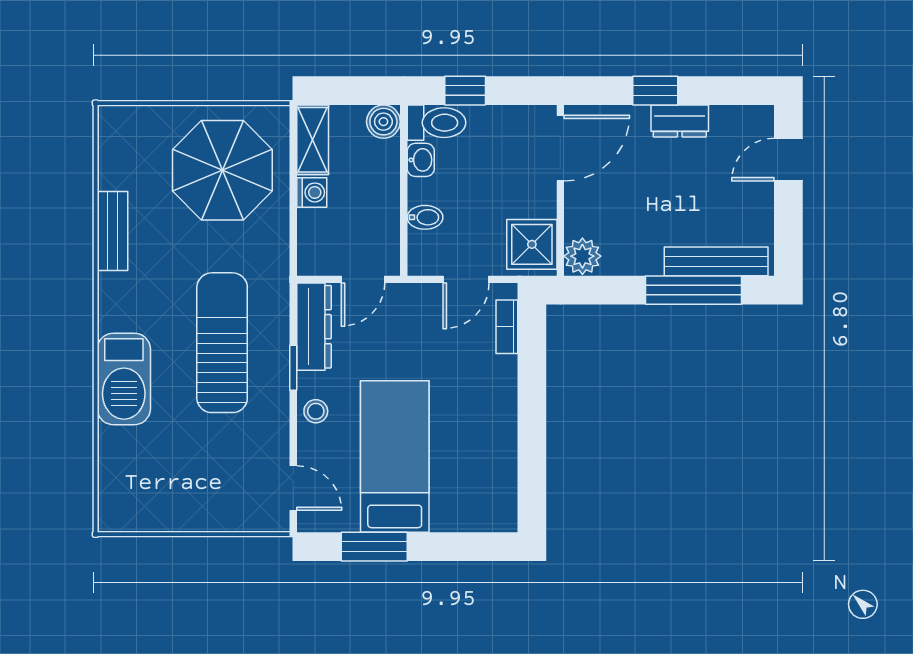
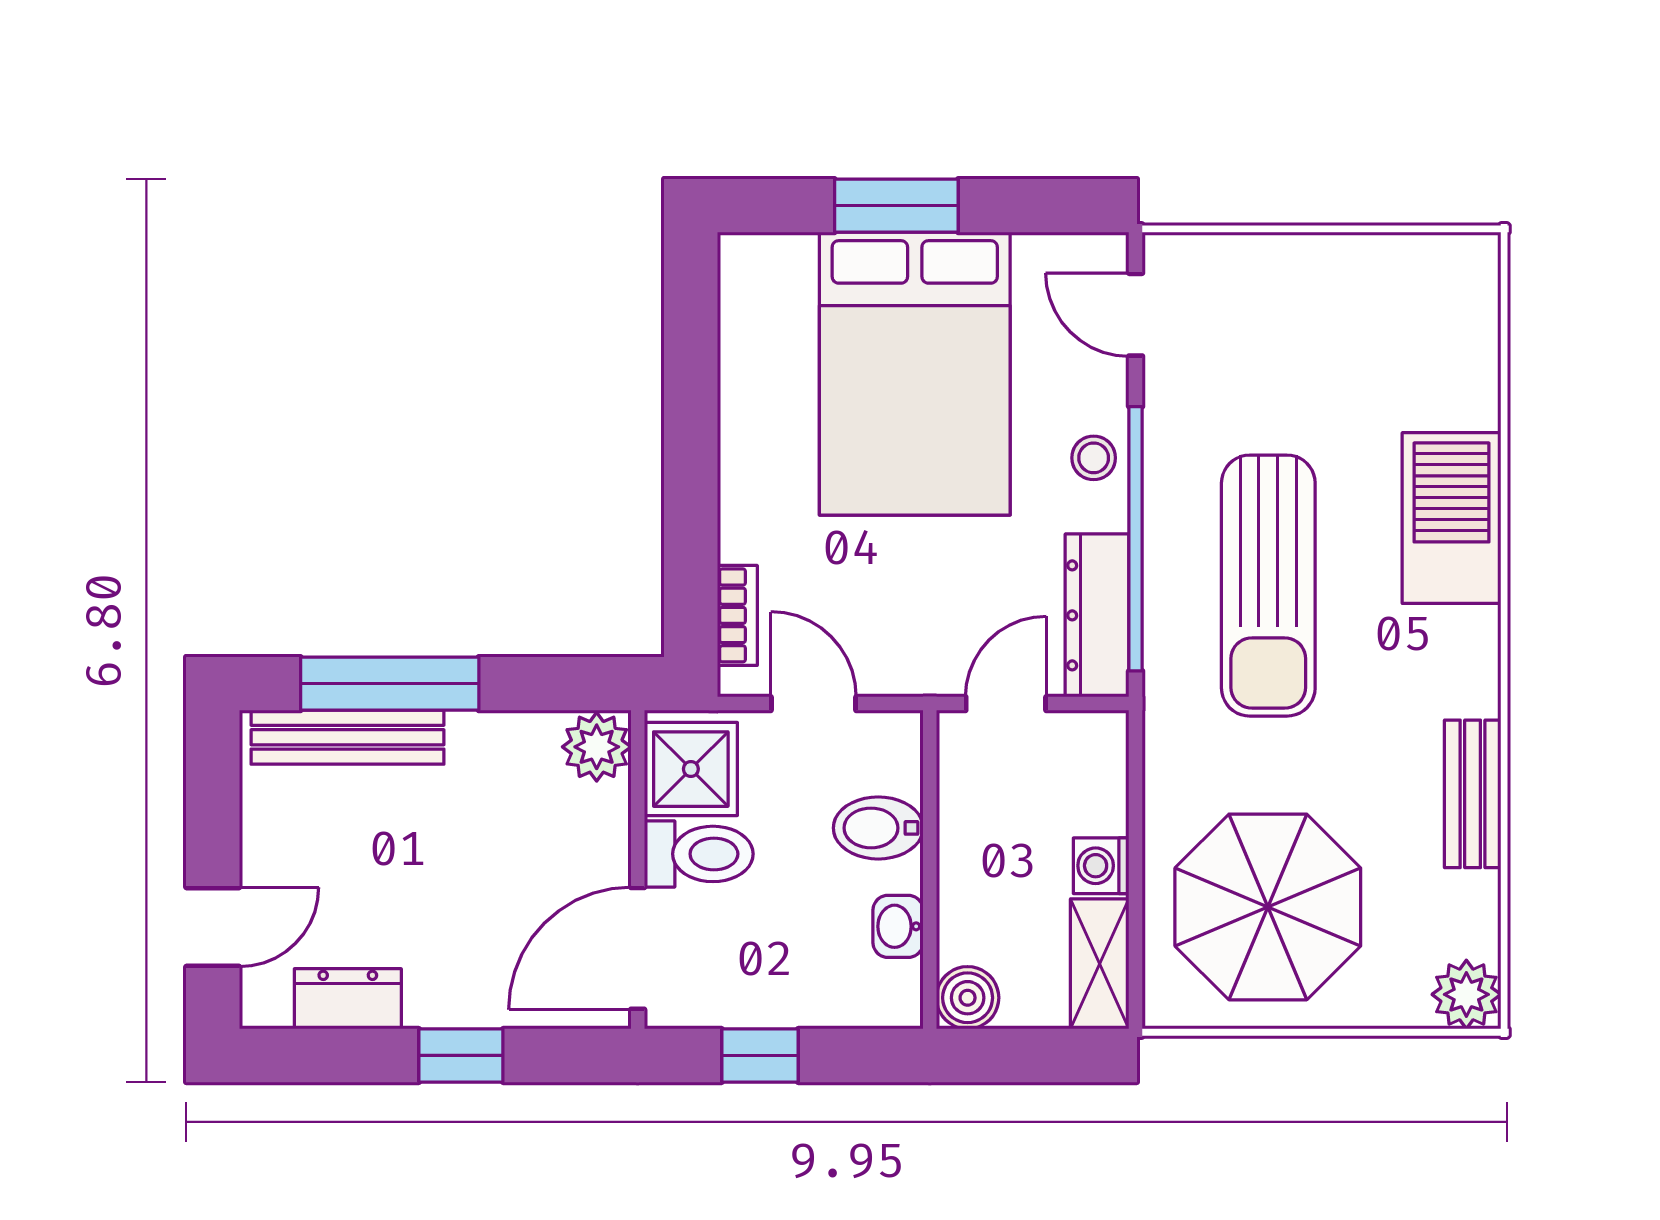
window: (465, 91) -> (760, 1055), moved
dresser: (680, 121) -> (348, 999), moved
plant: (116, 123) -> (1466, 994), added
toilet: (436, 123) -> (699, 854), moved, turned 180
bidet: (425, 217) -> (878, 828), width x1.38, depth x1.36
door: (466, 279) -> (814, 704), hinge flipped
window: (293, 368) -> (1136, 539), width x3.17
bed: (395, 456) -> (915, 374), width x1.50
window: (374, 547) -> (896, 206), moved

